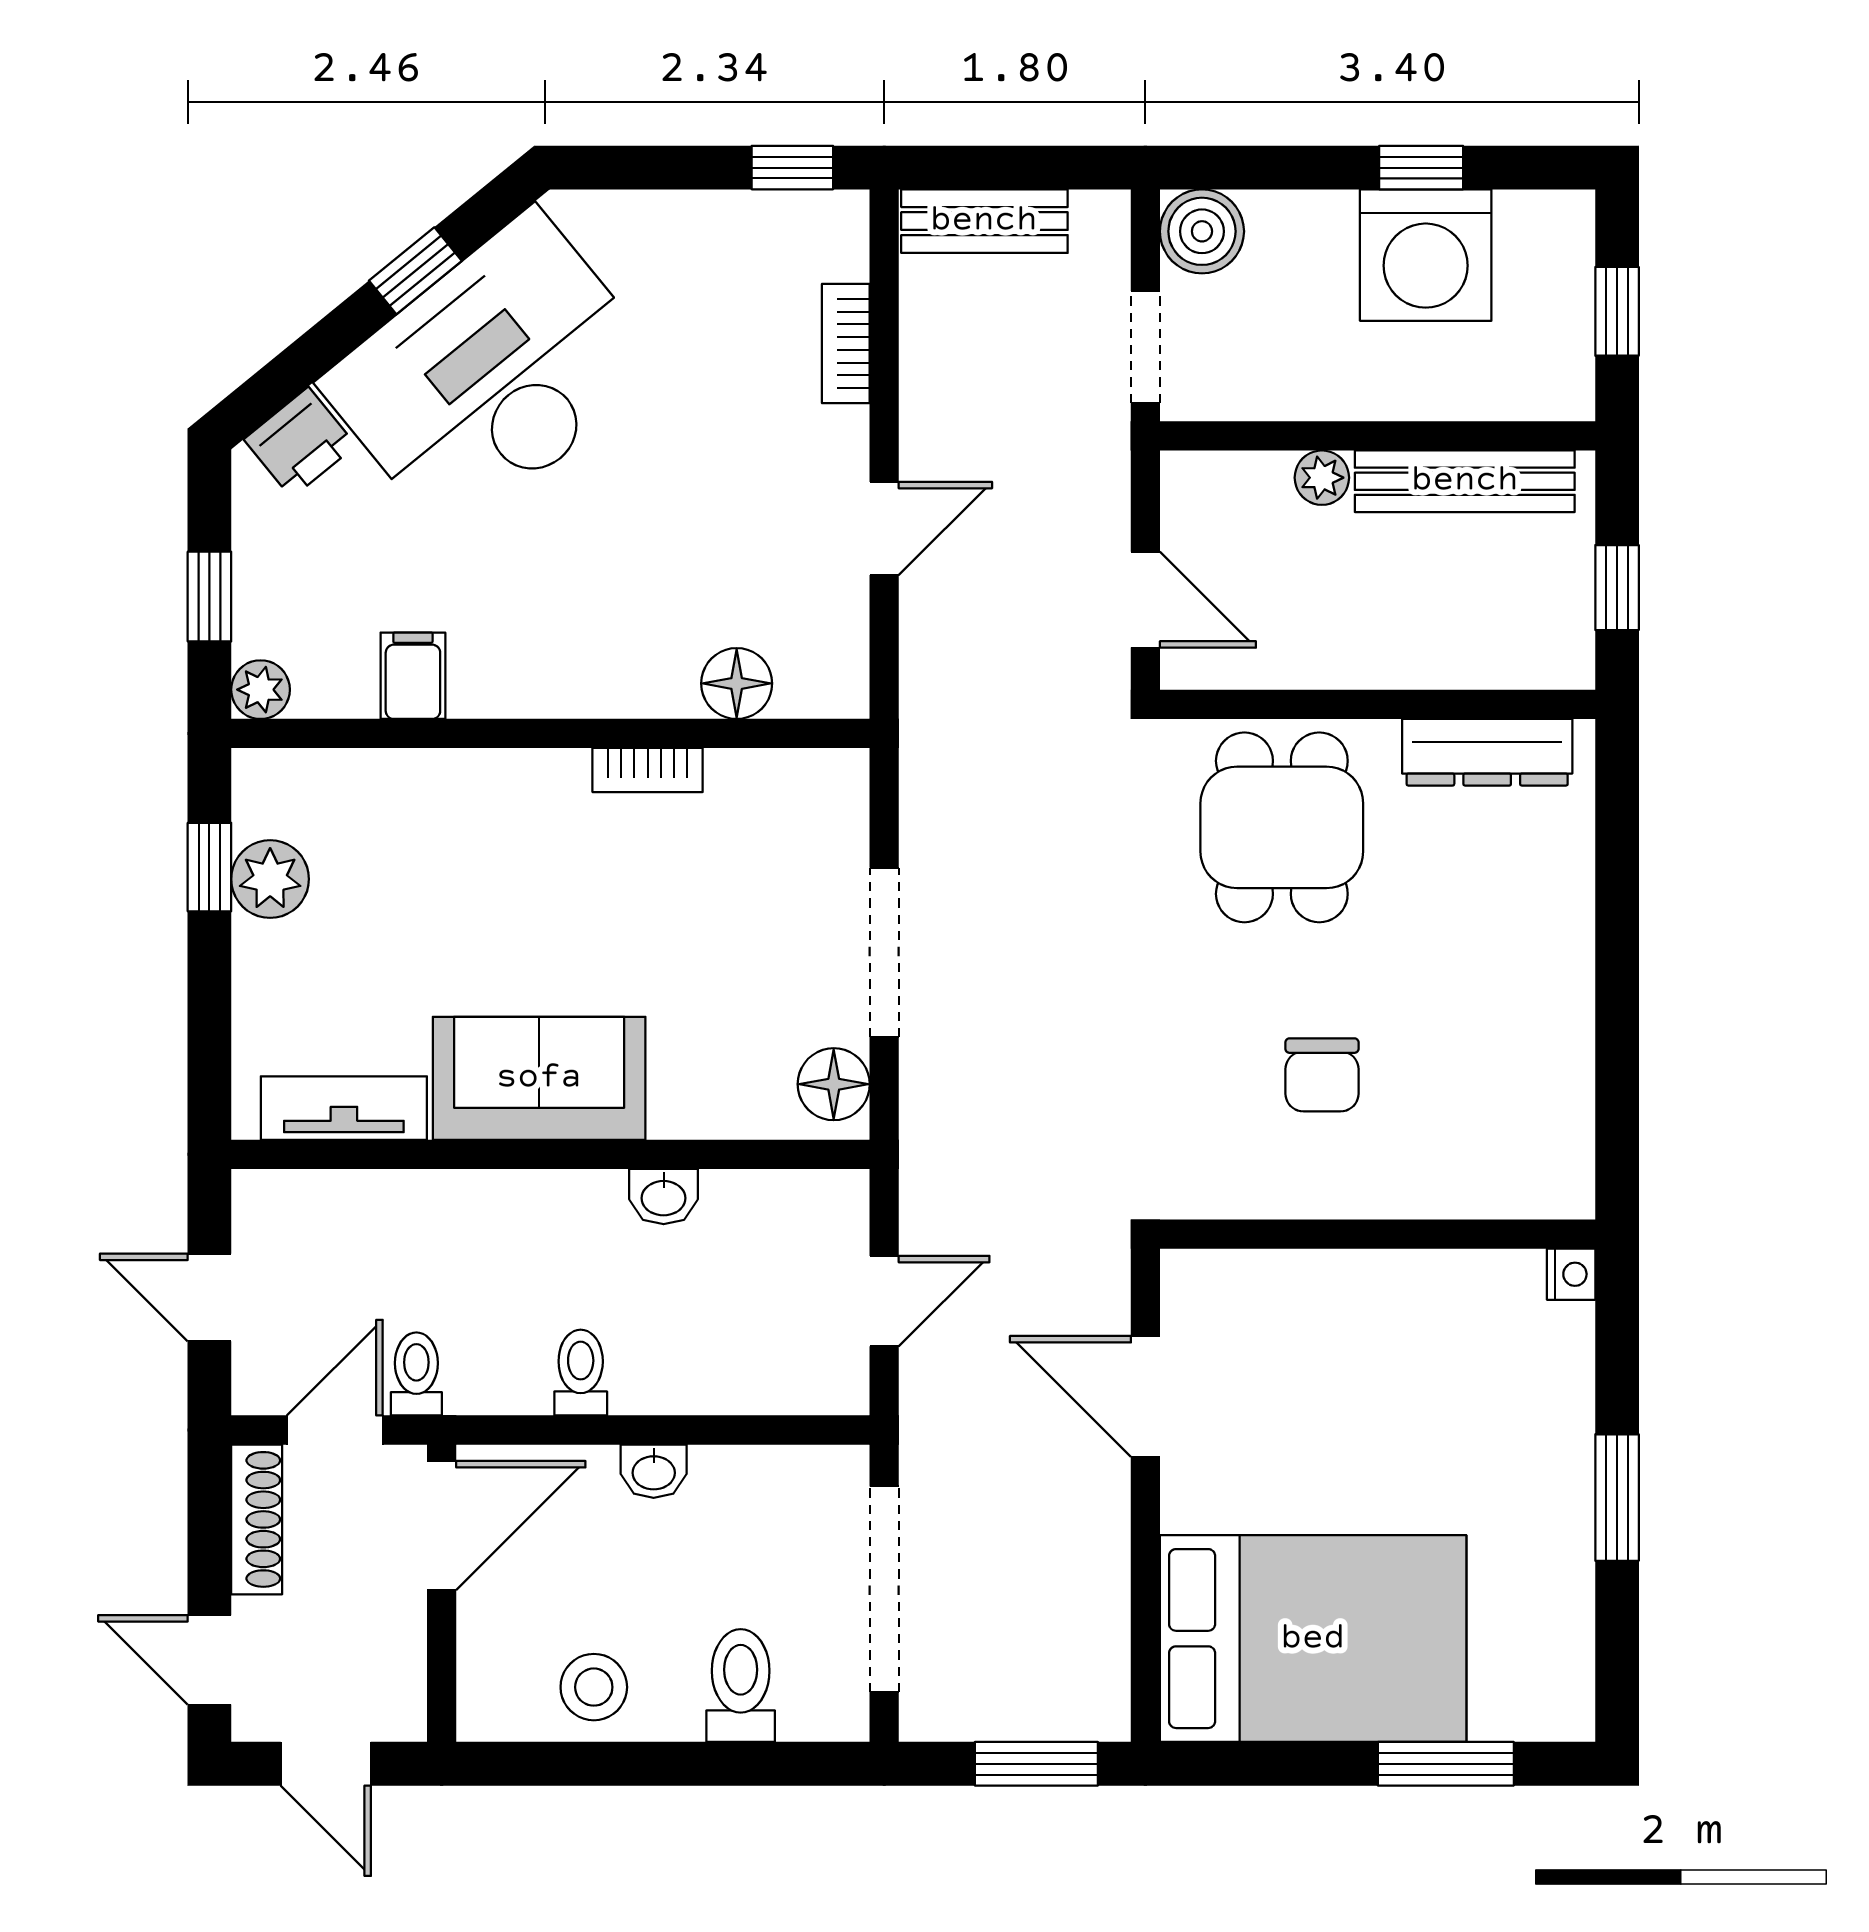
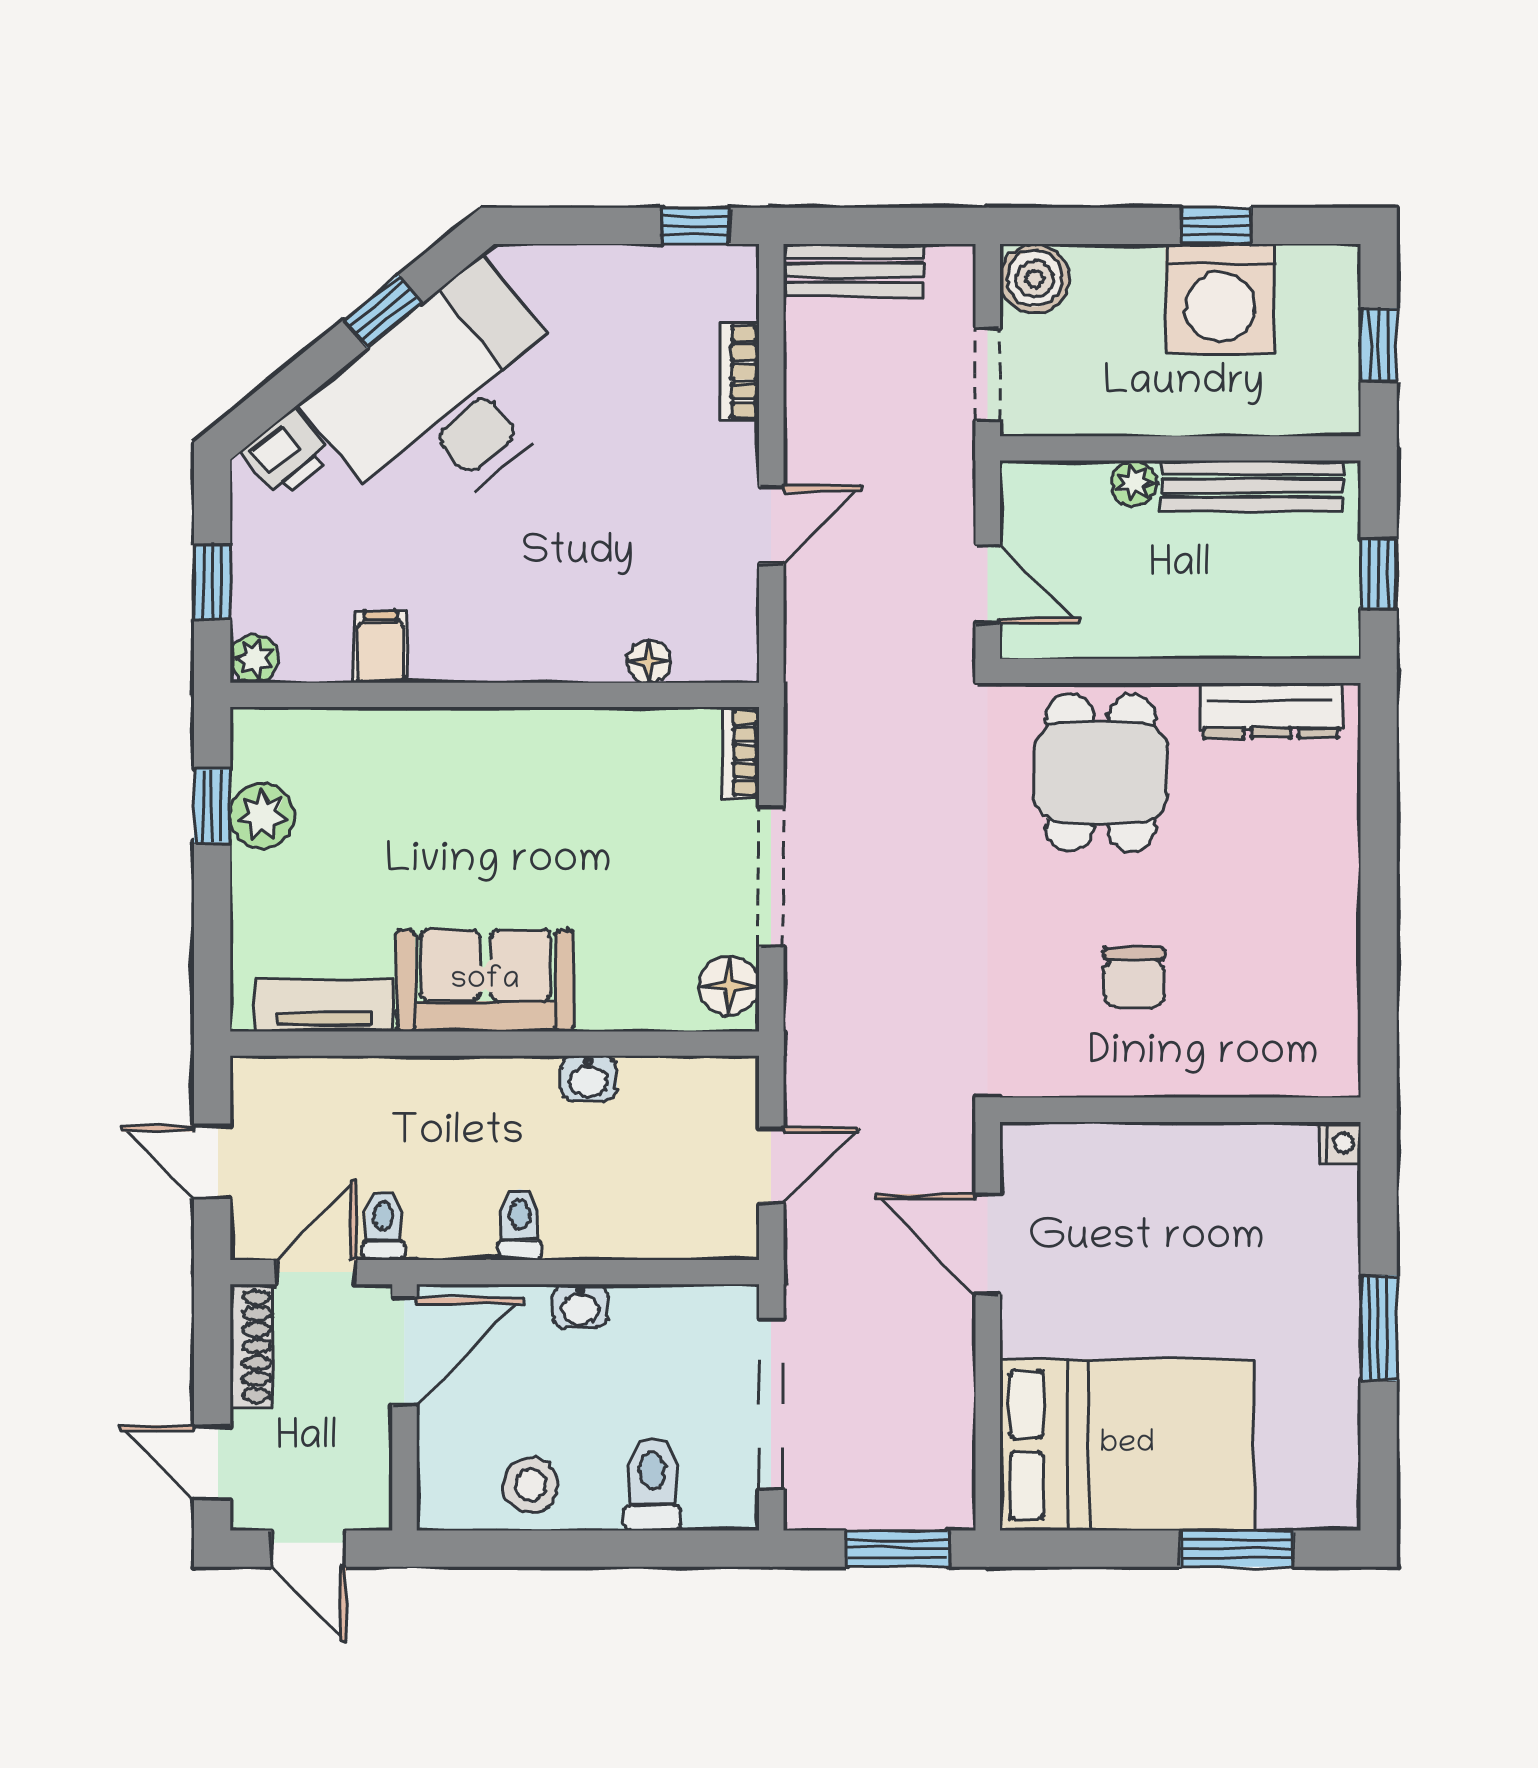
floor lamp: (737, 683) -> (649, 661), width x0.73, depth x0.73
bookcase: (648, 770) -> (741, 753), moved, turned 90

